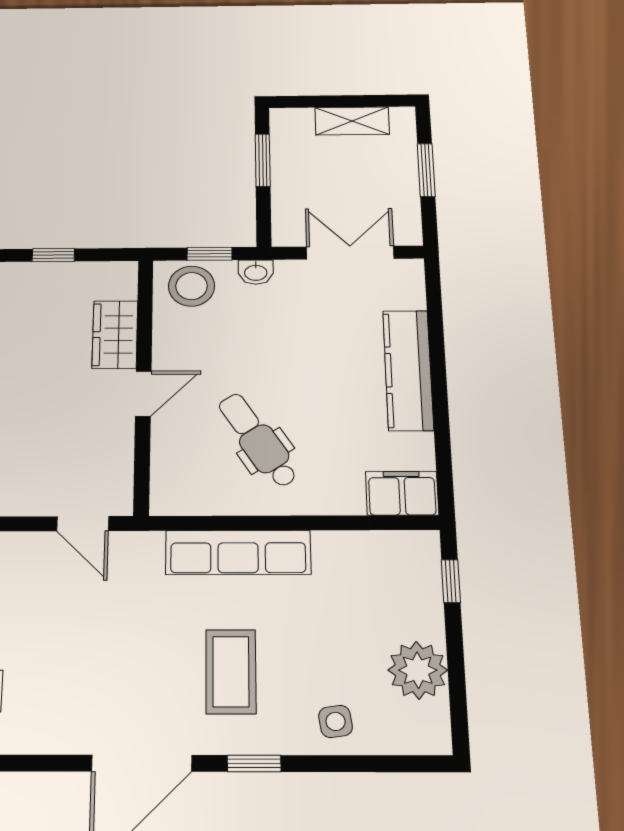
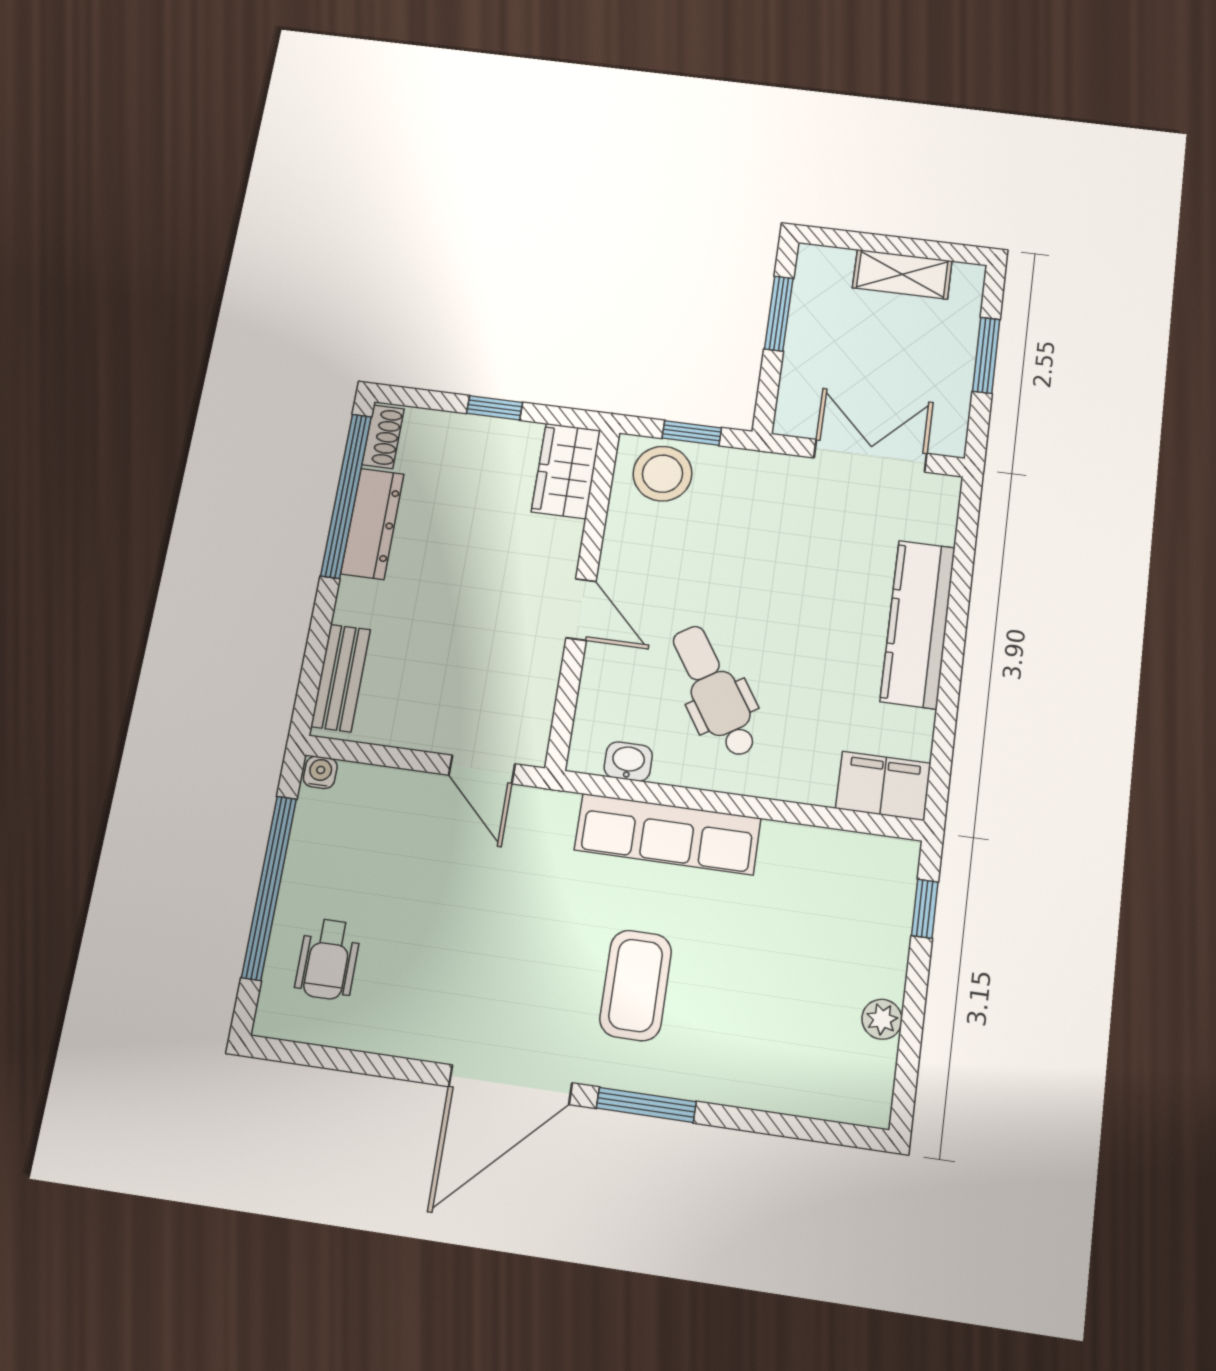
washbasin: (256, 272) -> (628, 762), moved, turned 180
wardrobe: (115, 334) -> (566, 471), moved
door: (143, 394) -> (581, 609), hinge flipped
plant: (418, 670) -> (882, 1019), width x0.53, depth x0.53
side table: (336, 721) -> (753, 1067), removed
window: (254, 763) -> (646, 1105), width x1.50

